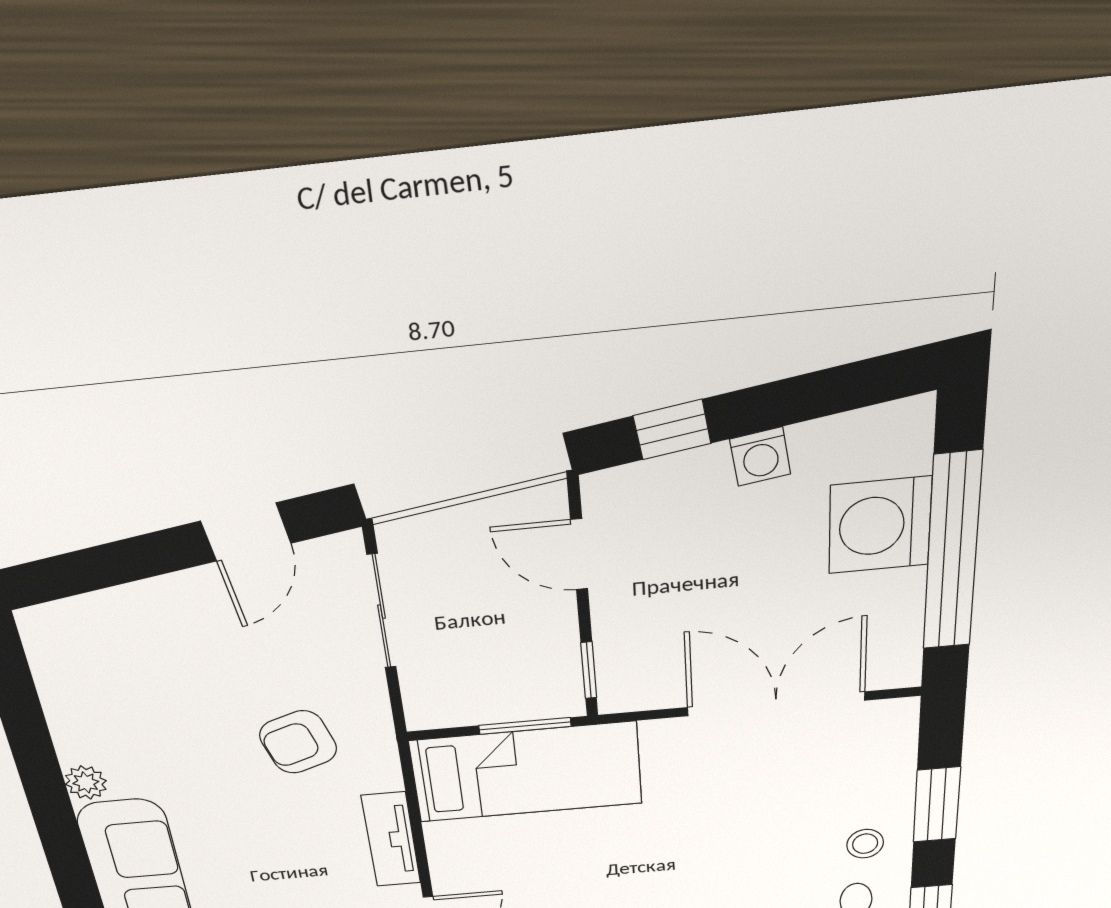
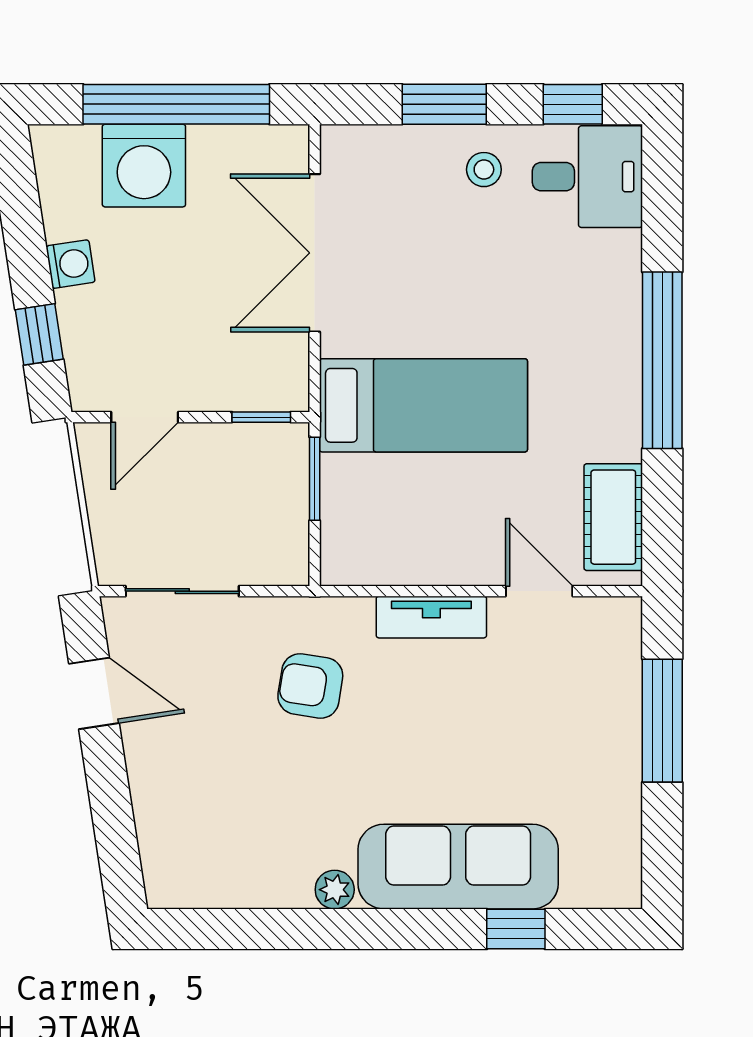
armchair: (298, 742) -> (310, 686), turned 117
bed: (526, 772) -> (423, 405), moved, turned 90

